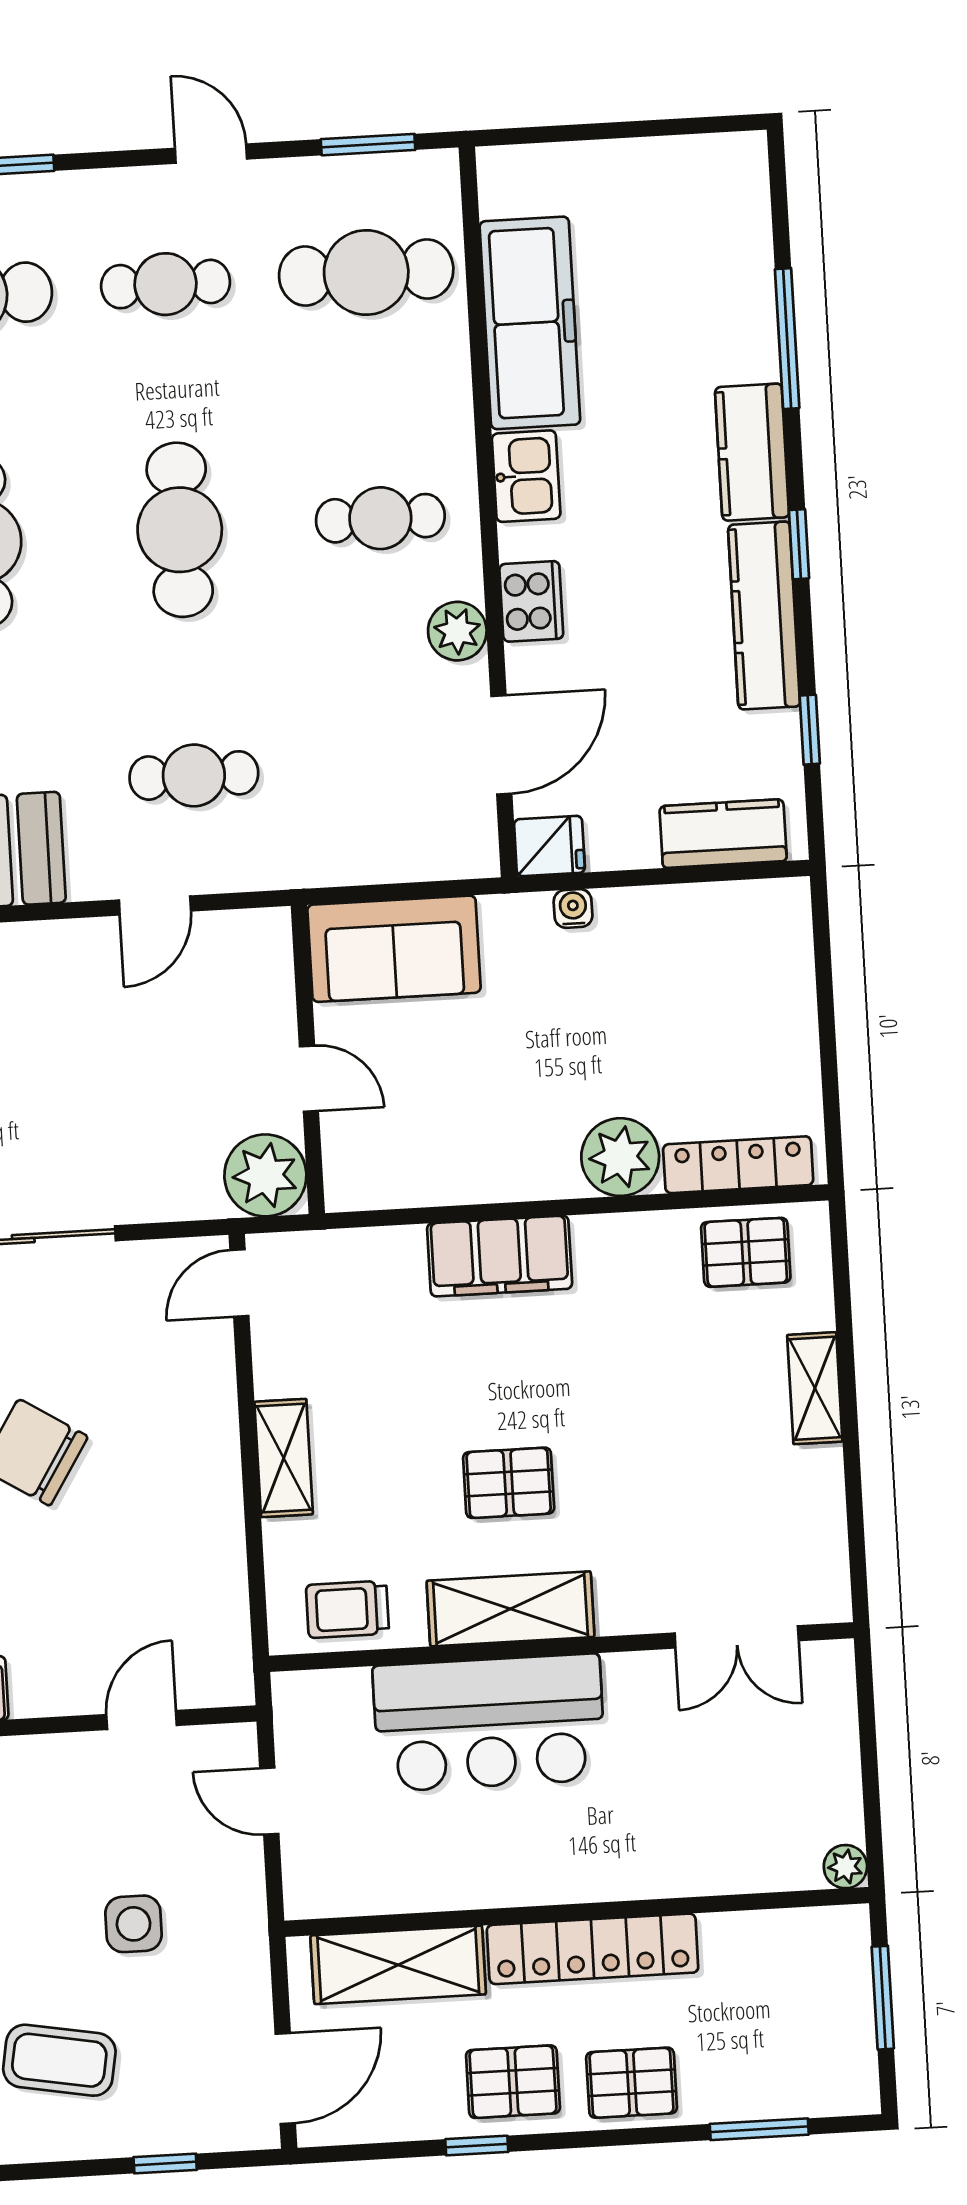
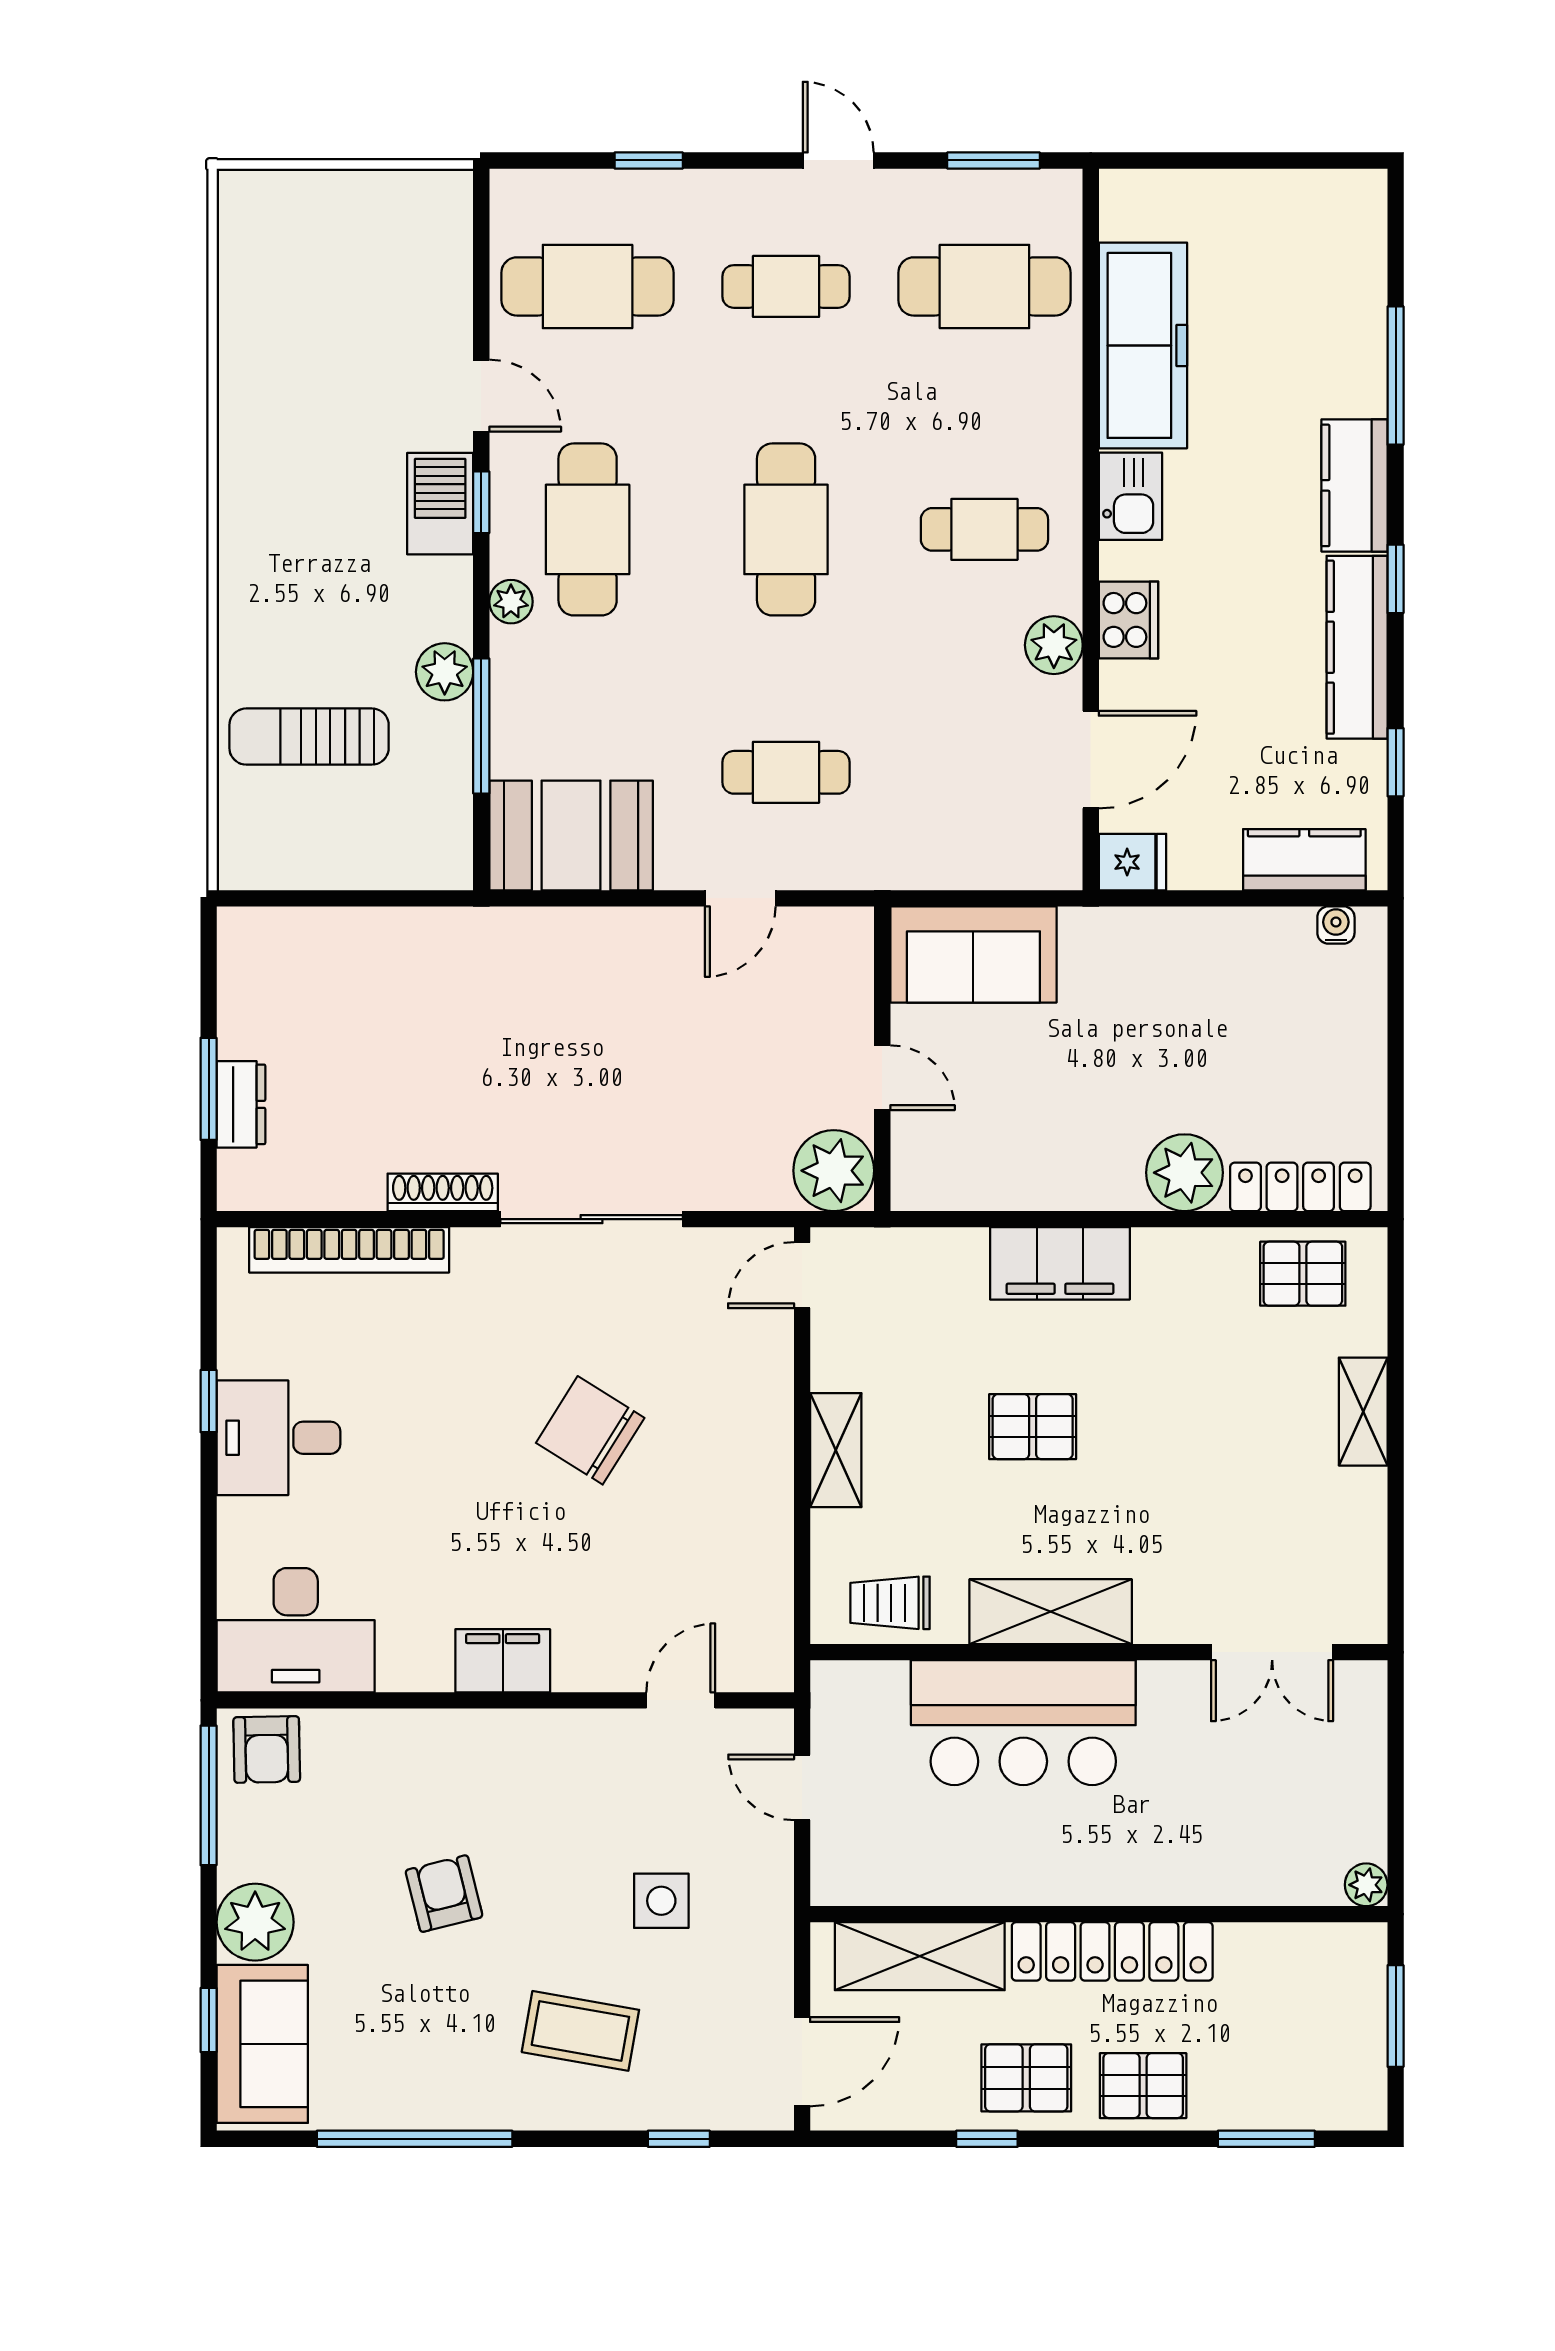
water cooler: (573, 908) -> (1336, 925), moved
pallet: (509, 1483) -> (1033, 1427), moved

